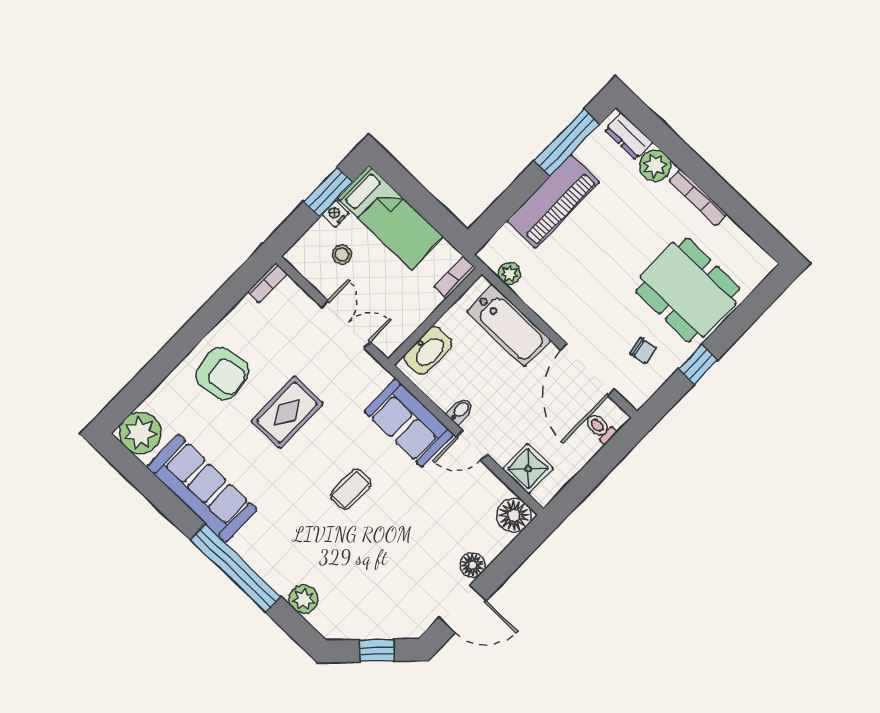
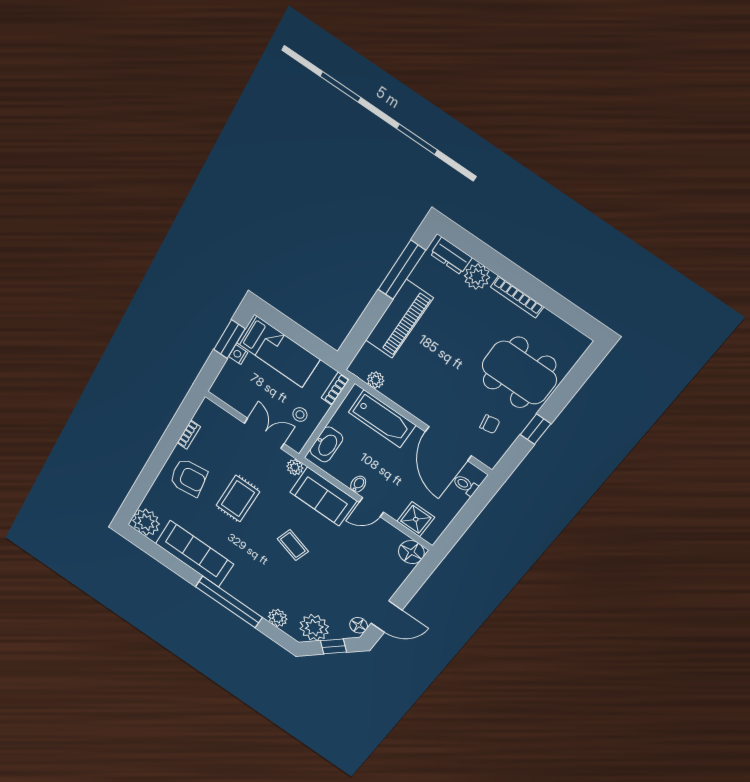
stool: (342, 254) -> (300, 415), moved
bookcase: (267, 283) -> (189, 435), moved
plant: (378, 377) -> (295, 467), added
coffee table: (351, 489) -> (293, 545), turned -73
floor lamp: (472, 565) -> (359, 625), moved
plant: (355, 619) -> (314, 628), added

